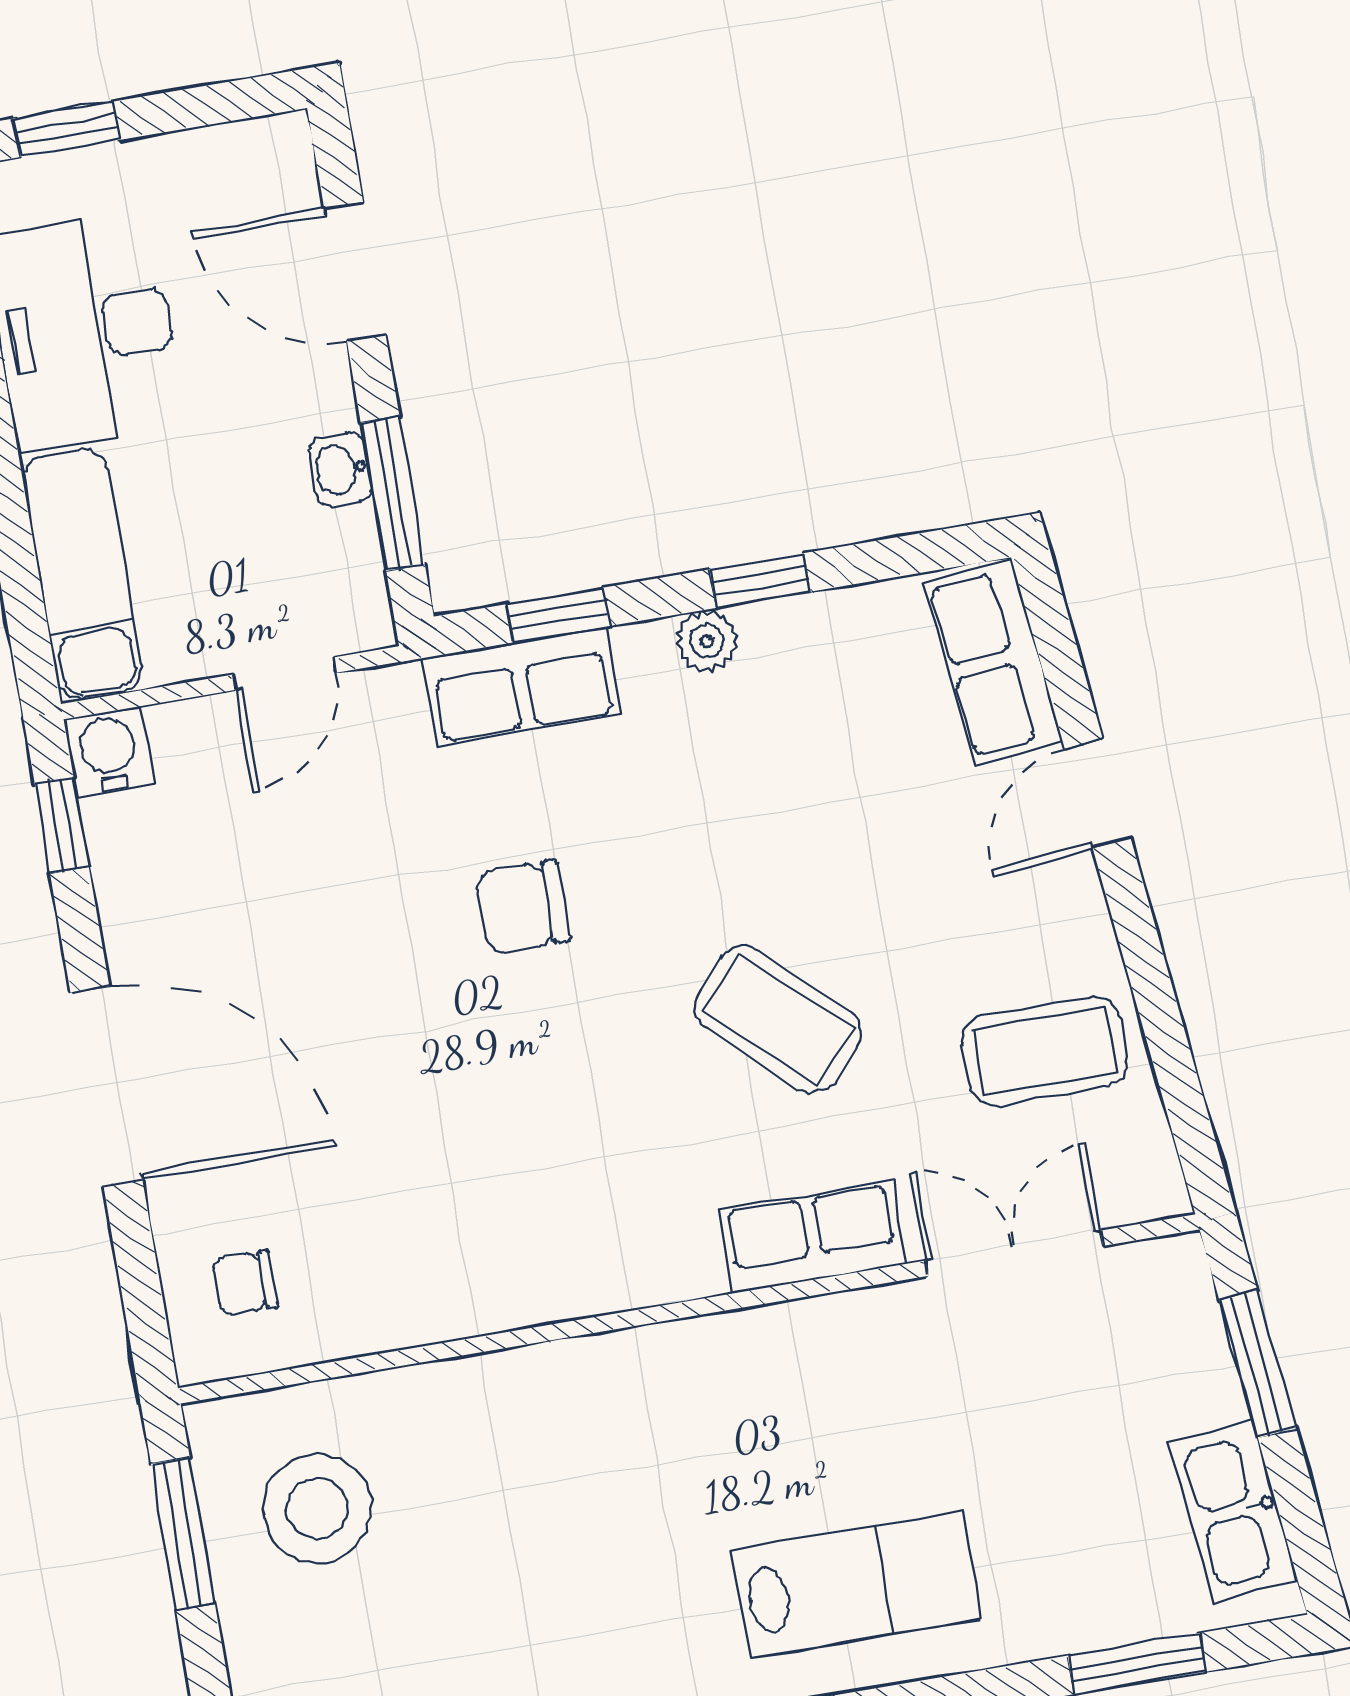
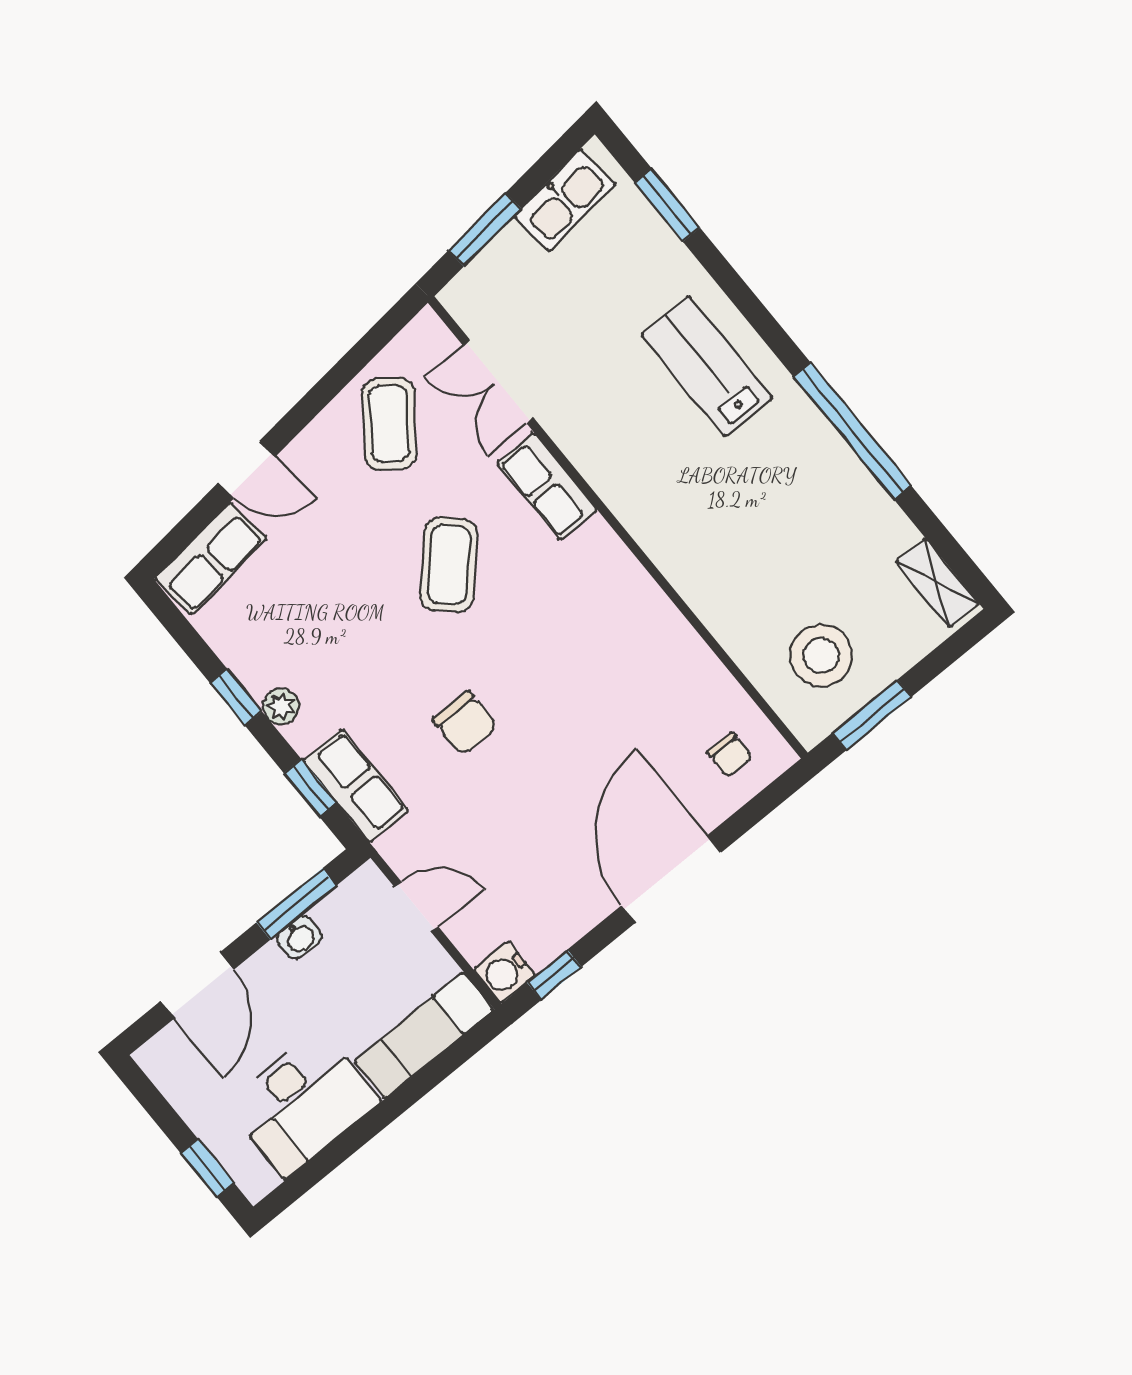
coffee table: (1044, 1051) -> (389, 424), turned 37

